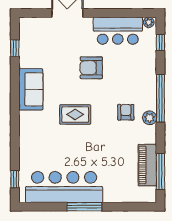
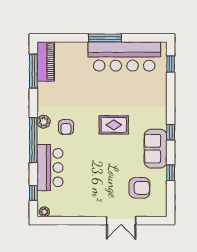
bar counter: (118, 31) -> (50, 168), moved, turned 90
window: (15, 48) -> (171, 173), moved
armchair: (91, 68) -> (139, 188), moved
window: (15, 107) -> (171, 132), added
piano: (147, 165) -> (46, 61), moved

